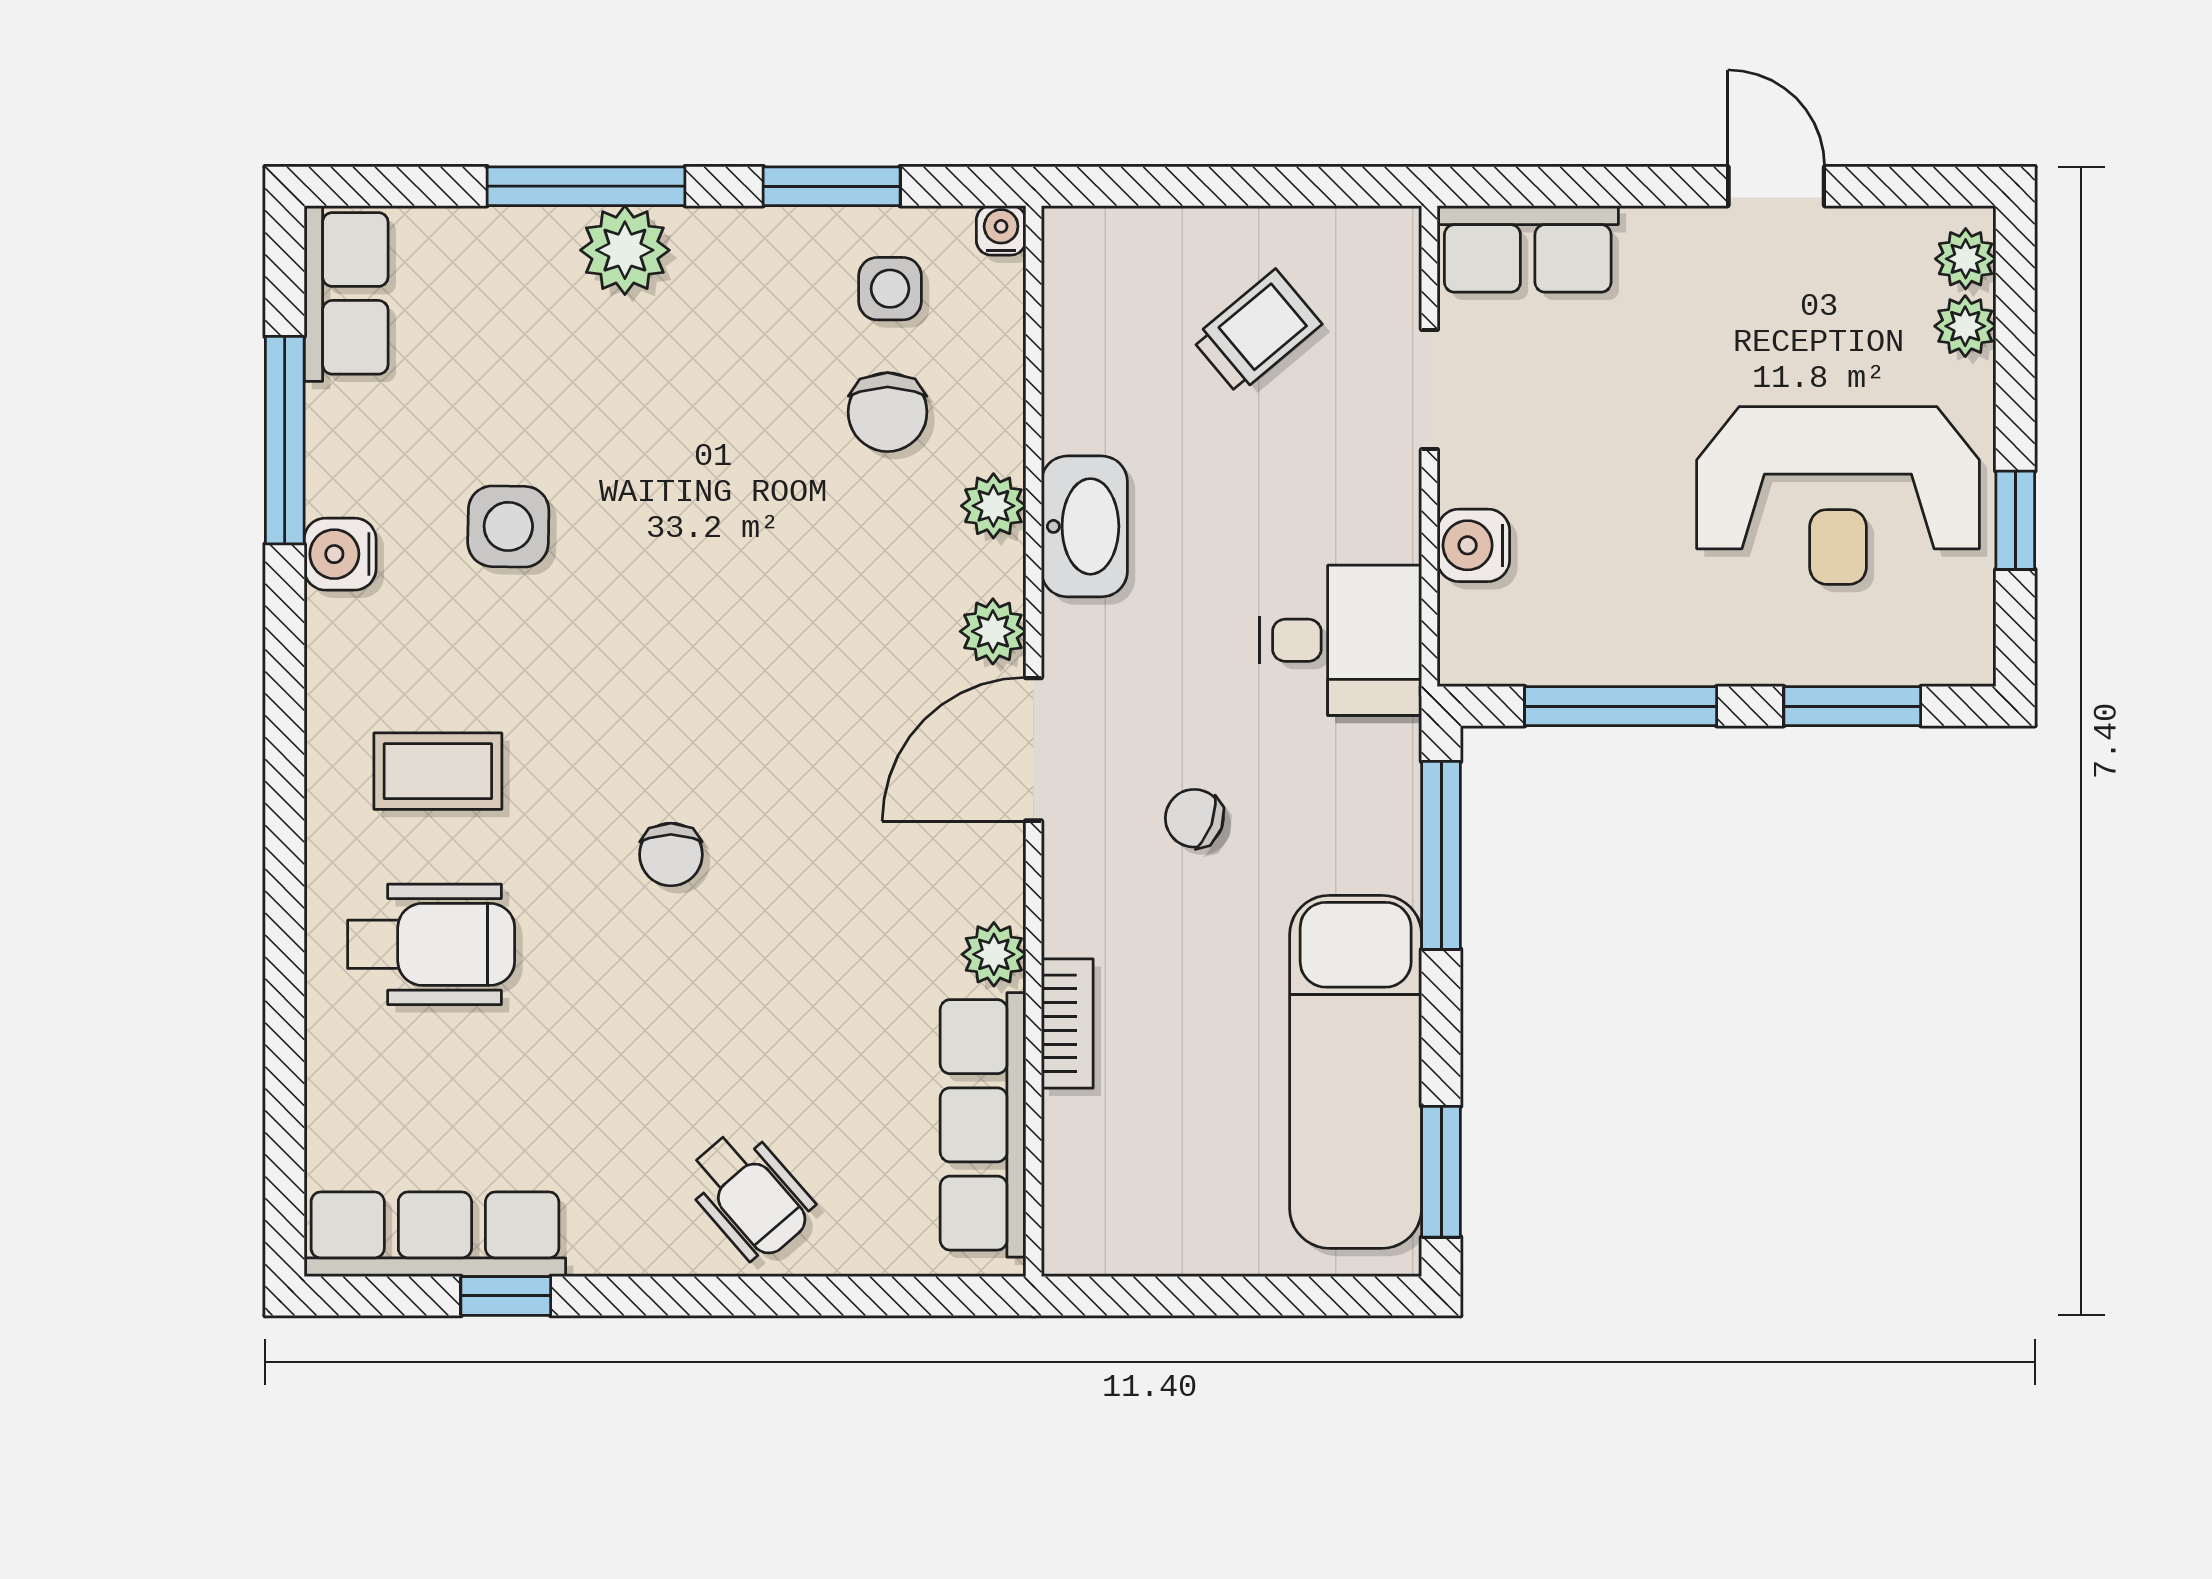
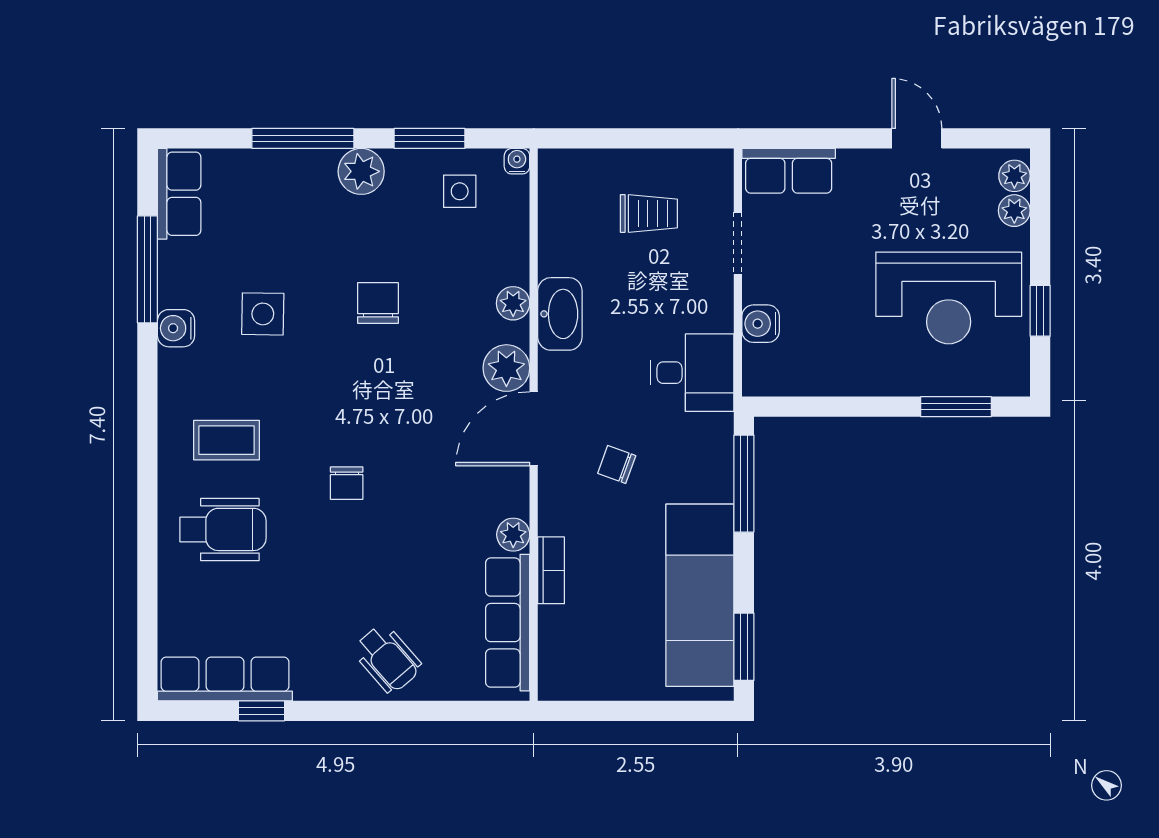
plant: (625, 250) -> (361, 171), moved
trolley: (1257, 332) -> (649, 213), turned 40
chair: (888, 412) -> (378, 303), moved, turned 180
plant: (993, 631) -> (506, 368), width x1.38, depth x1.38
window: (1621, 706) -> (837, 407), removed

